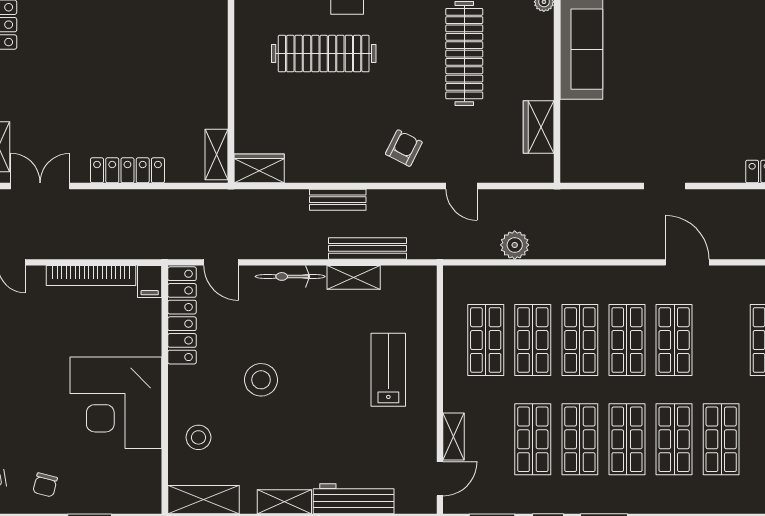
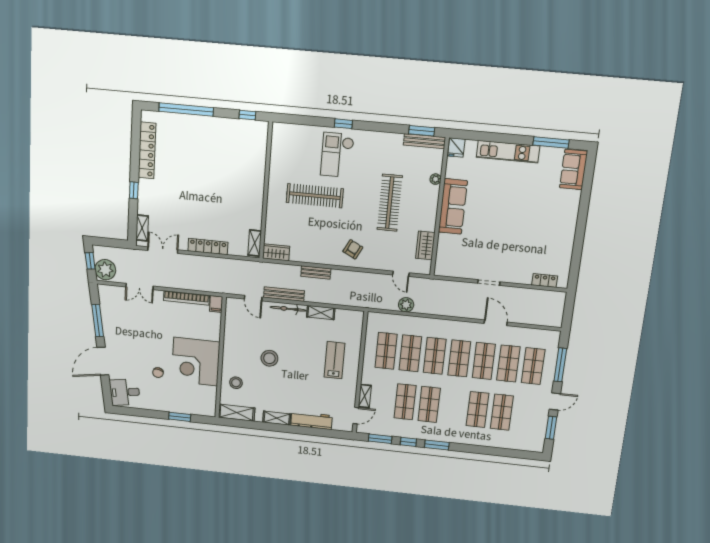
door: (461, 186) -> (401, 274), moved
bench: (368, 248) -> (284, 294), moved
locker: (182, 315) -> (231, 322), removed
shop shelf: (627, 439) -> (508, 364), moved
chair: (45, 485) -> (158, 373), moved

